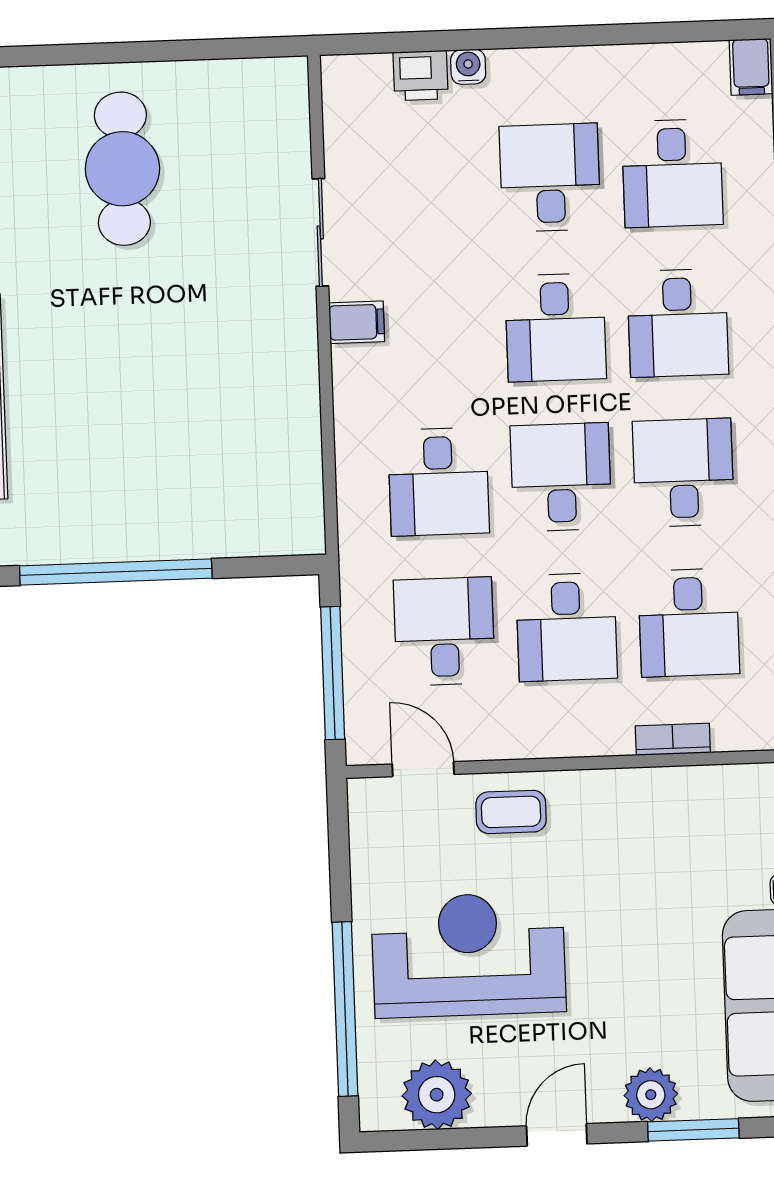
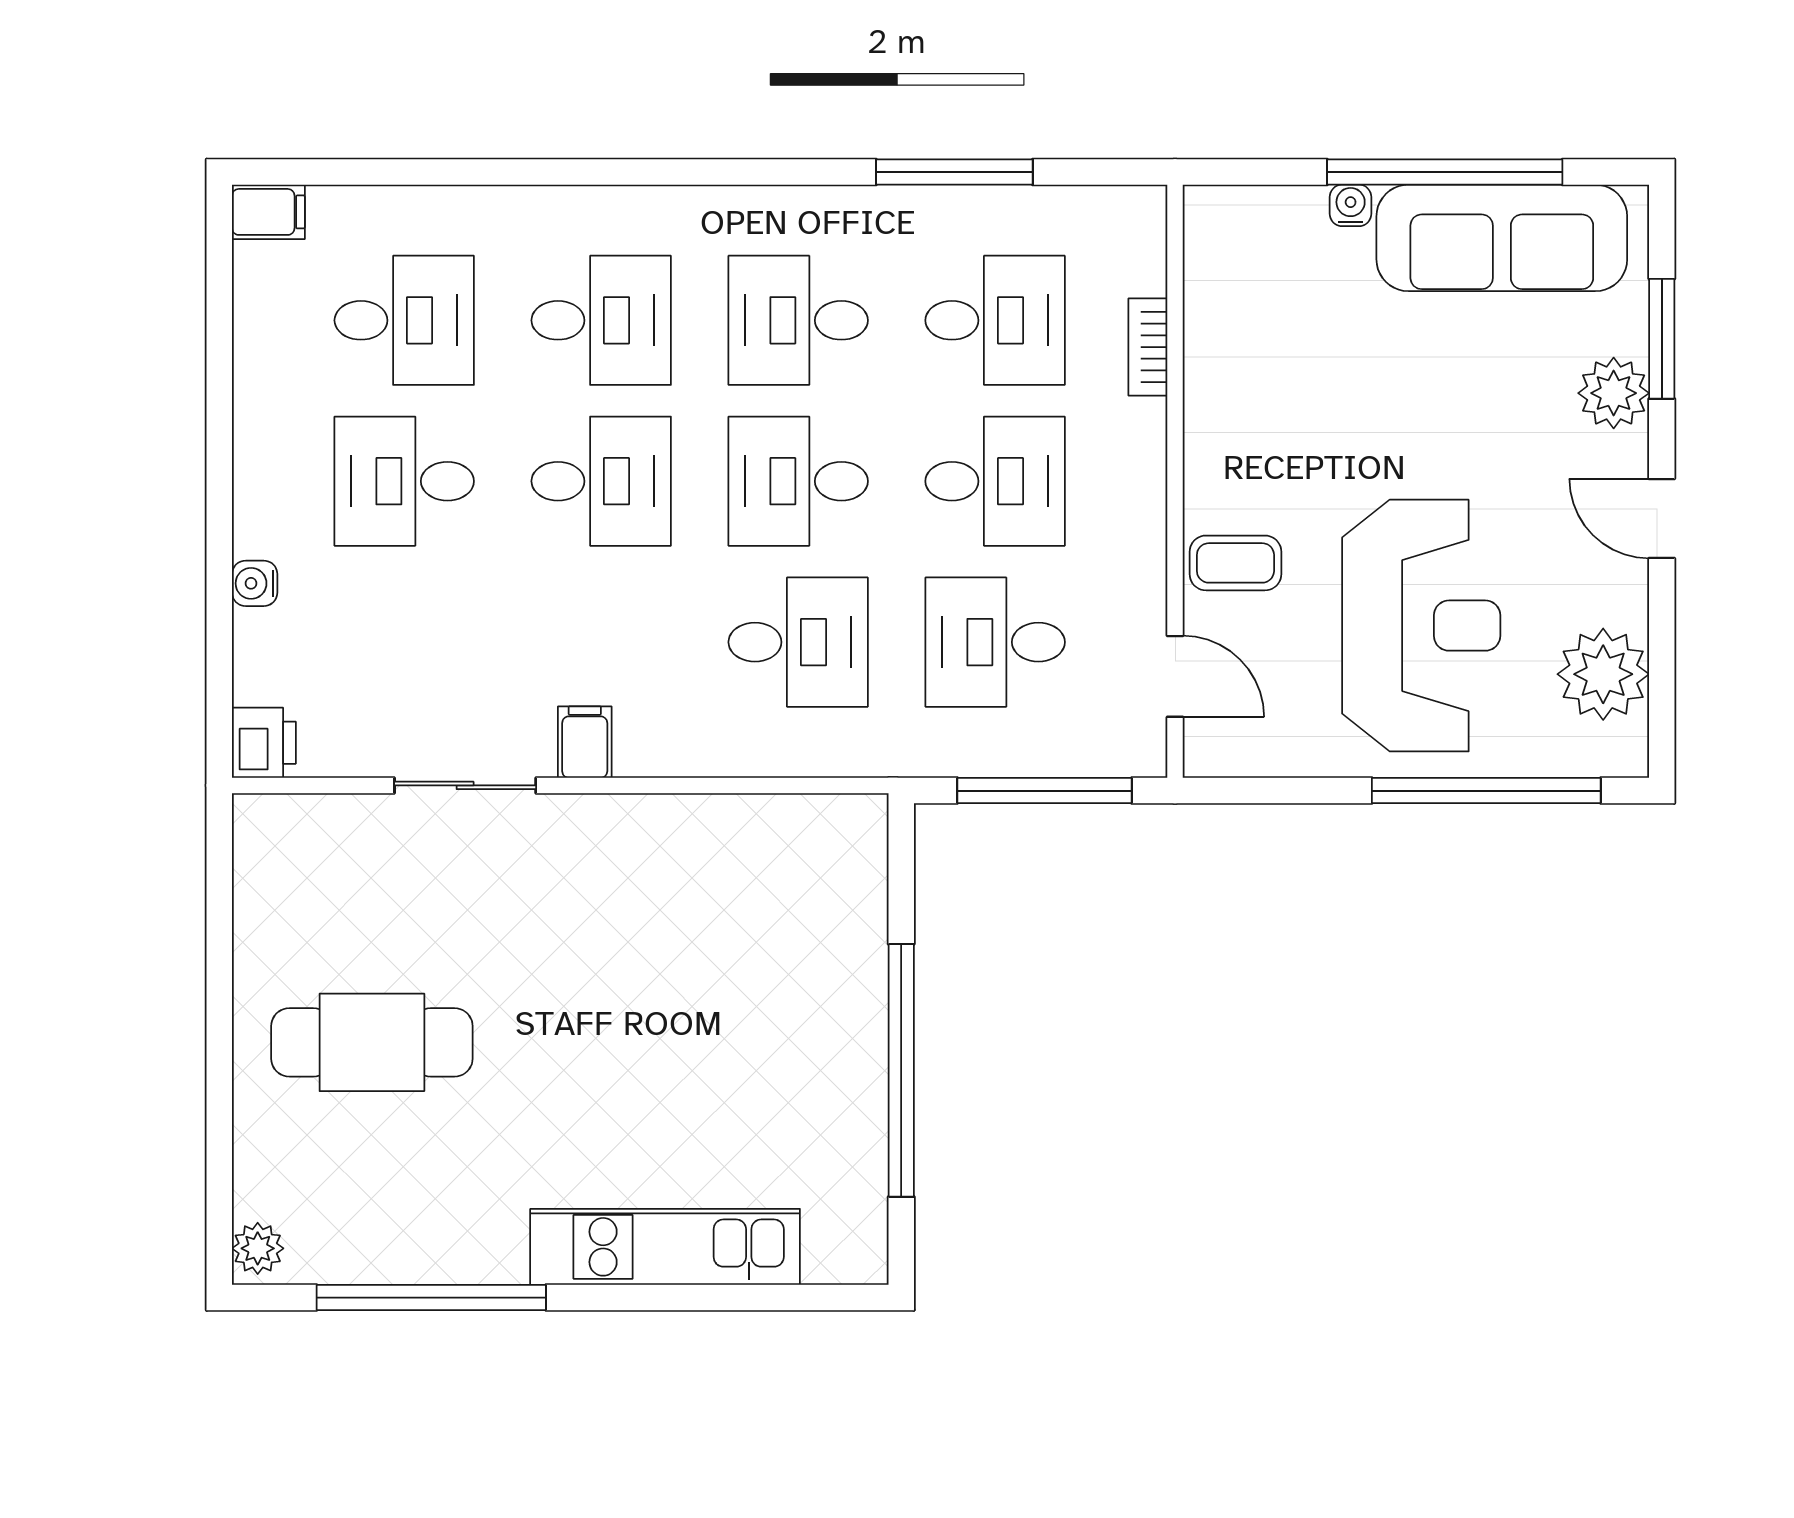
printer: (421, 76) -> (264, 743), moved
door: (423, 769) -> (1175, 676), swing flipped
coffee table: (511, 812) -> (1235, 563), turned 90
reception desk: (469, 955) -> (1421, 626), turned 180

